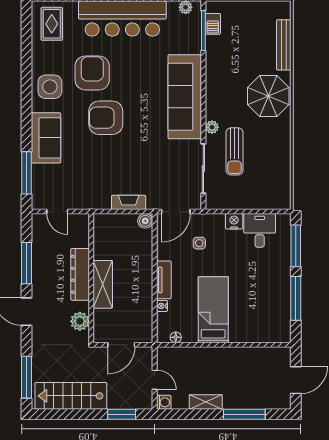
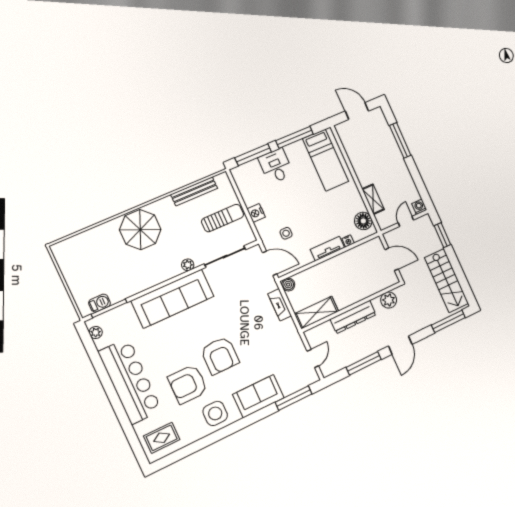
bench: (284, 45) -> (194, 191), moved
sun lounger: (234, 151) -> (223, 218), moved
desk: (260, 230) -> (276, 166), moved, turned 90
shelving: (103, 284) -> (317, 312), moved
bed: (213, 310) -> (326, 160), moved, turned -90
floor lamp: (176, 337) -> (363, 221), width x1.89, depth x1.89
shelving: (206, 402) -> (373, 199), moved

